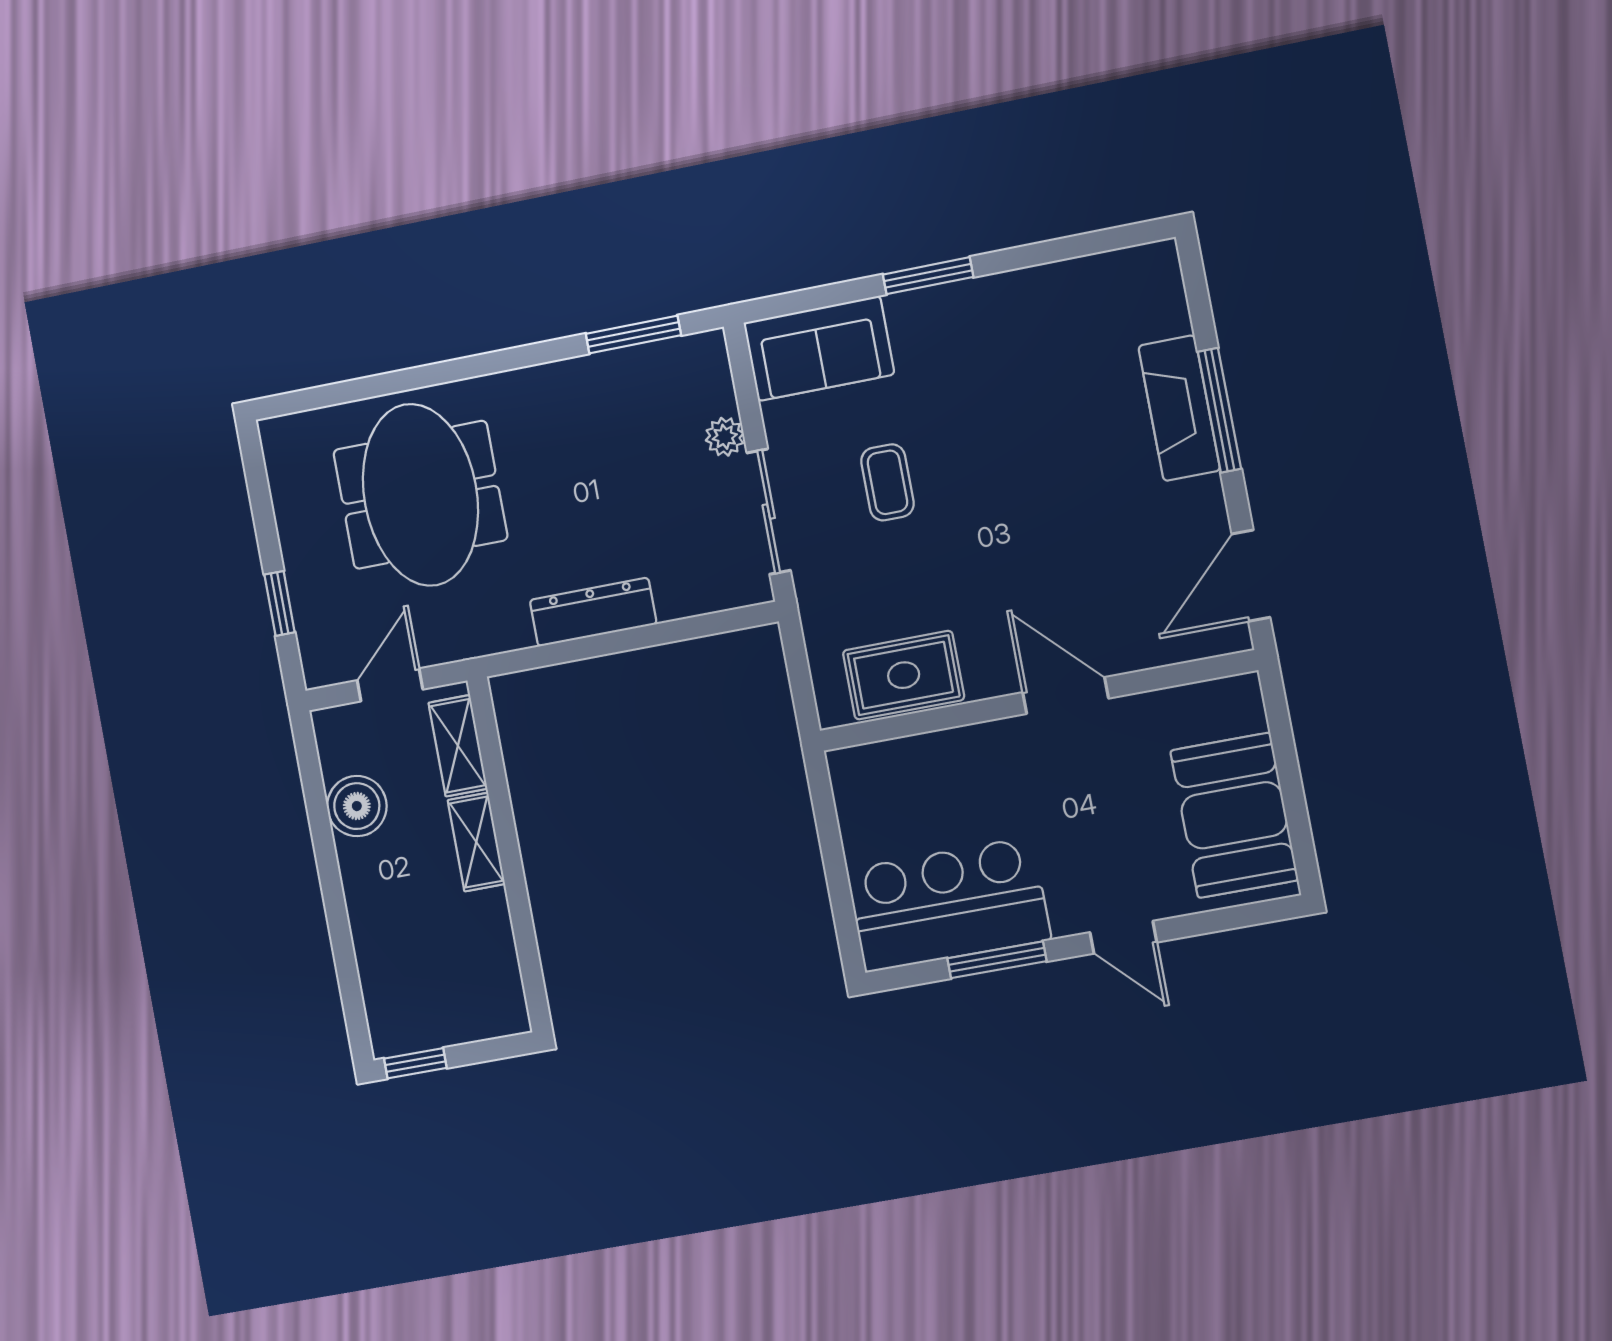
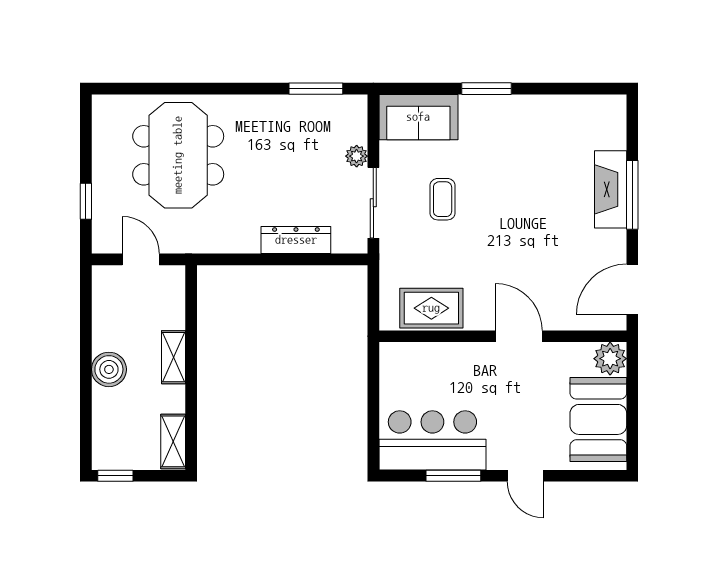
dresser: (593, 612) -> (296, 240), moved
door: (390, 685) -> (141, 259), hinge flipped
plant: (1235, 705) -> (610, 359), added
shelving: (458, 746) -> (173, 441), moved
boiler: (357, 806) -> (109, 369), moved

